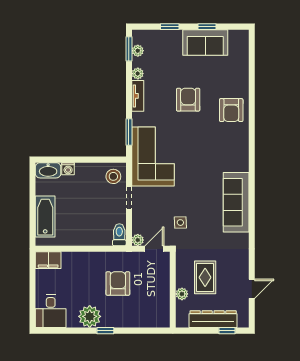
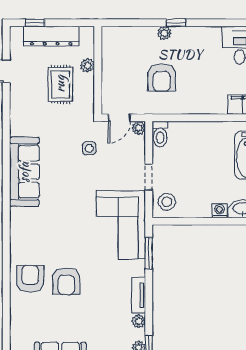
armchair: (188, 100) -> (66, 281), moved
plant: (90, 316) -> (164, 33), moved, width x0.53, depth x0.53

